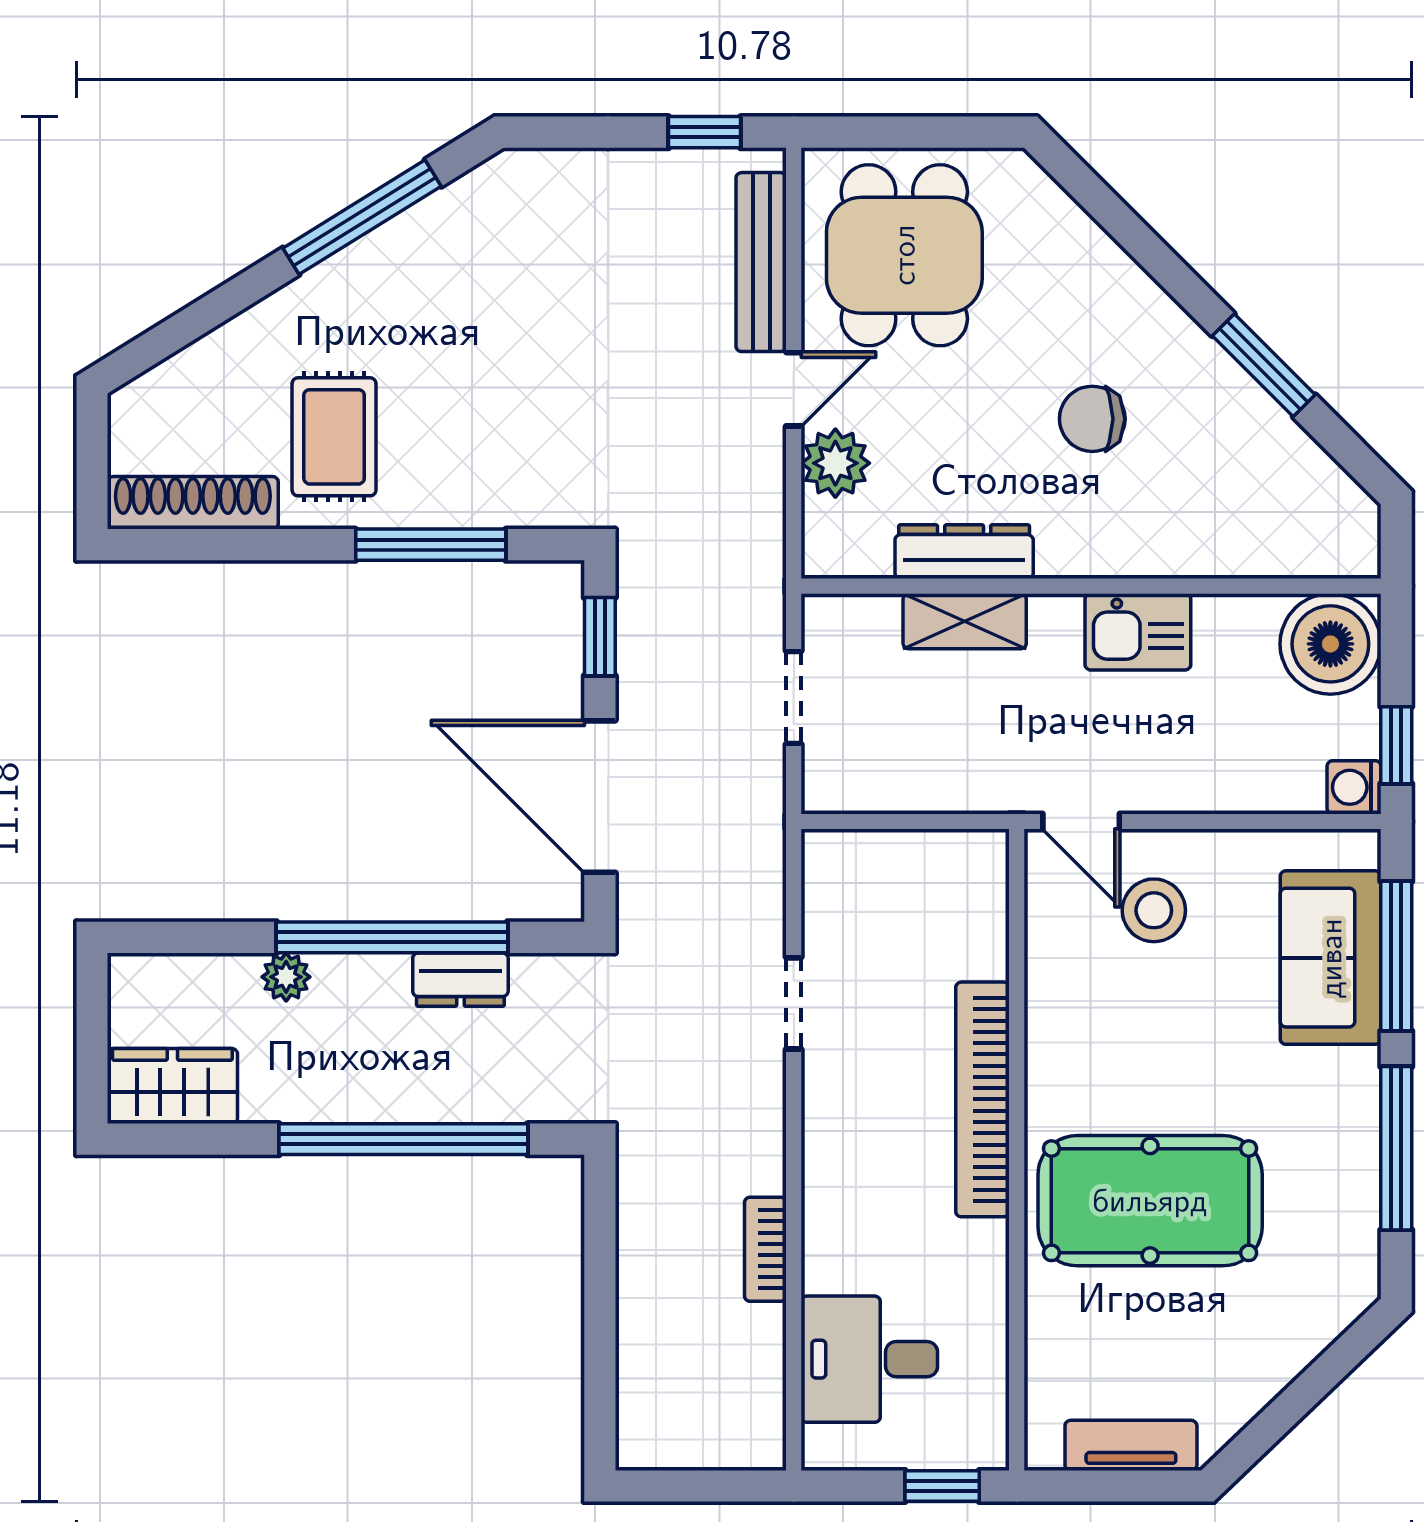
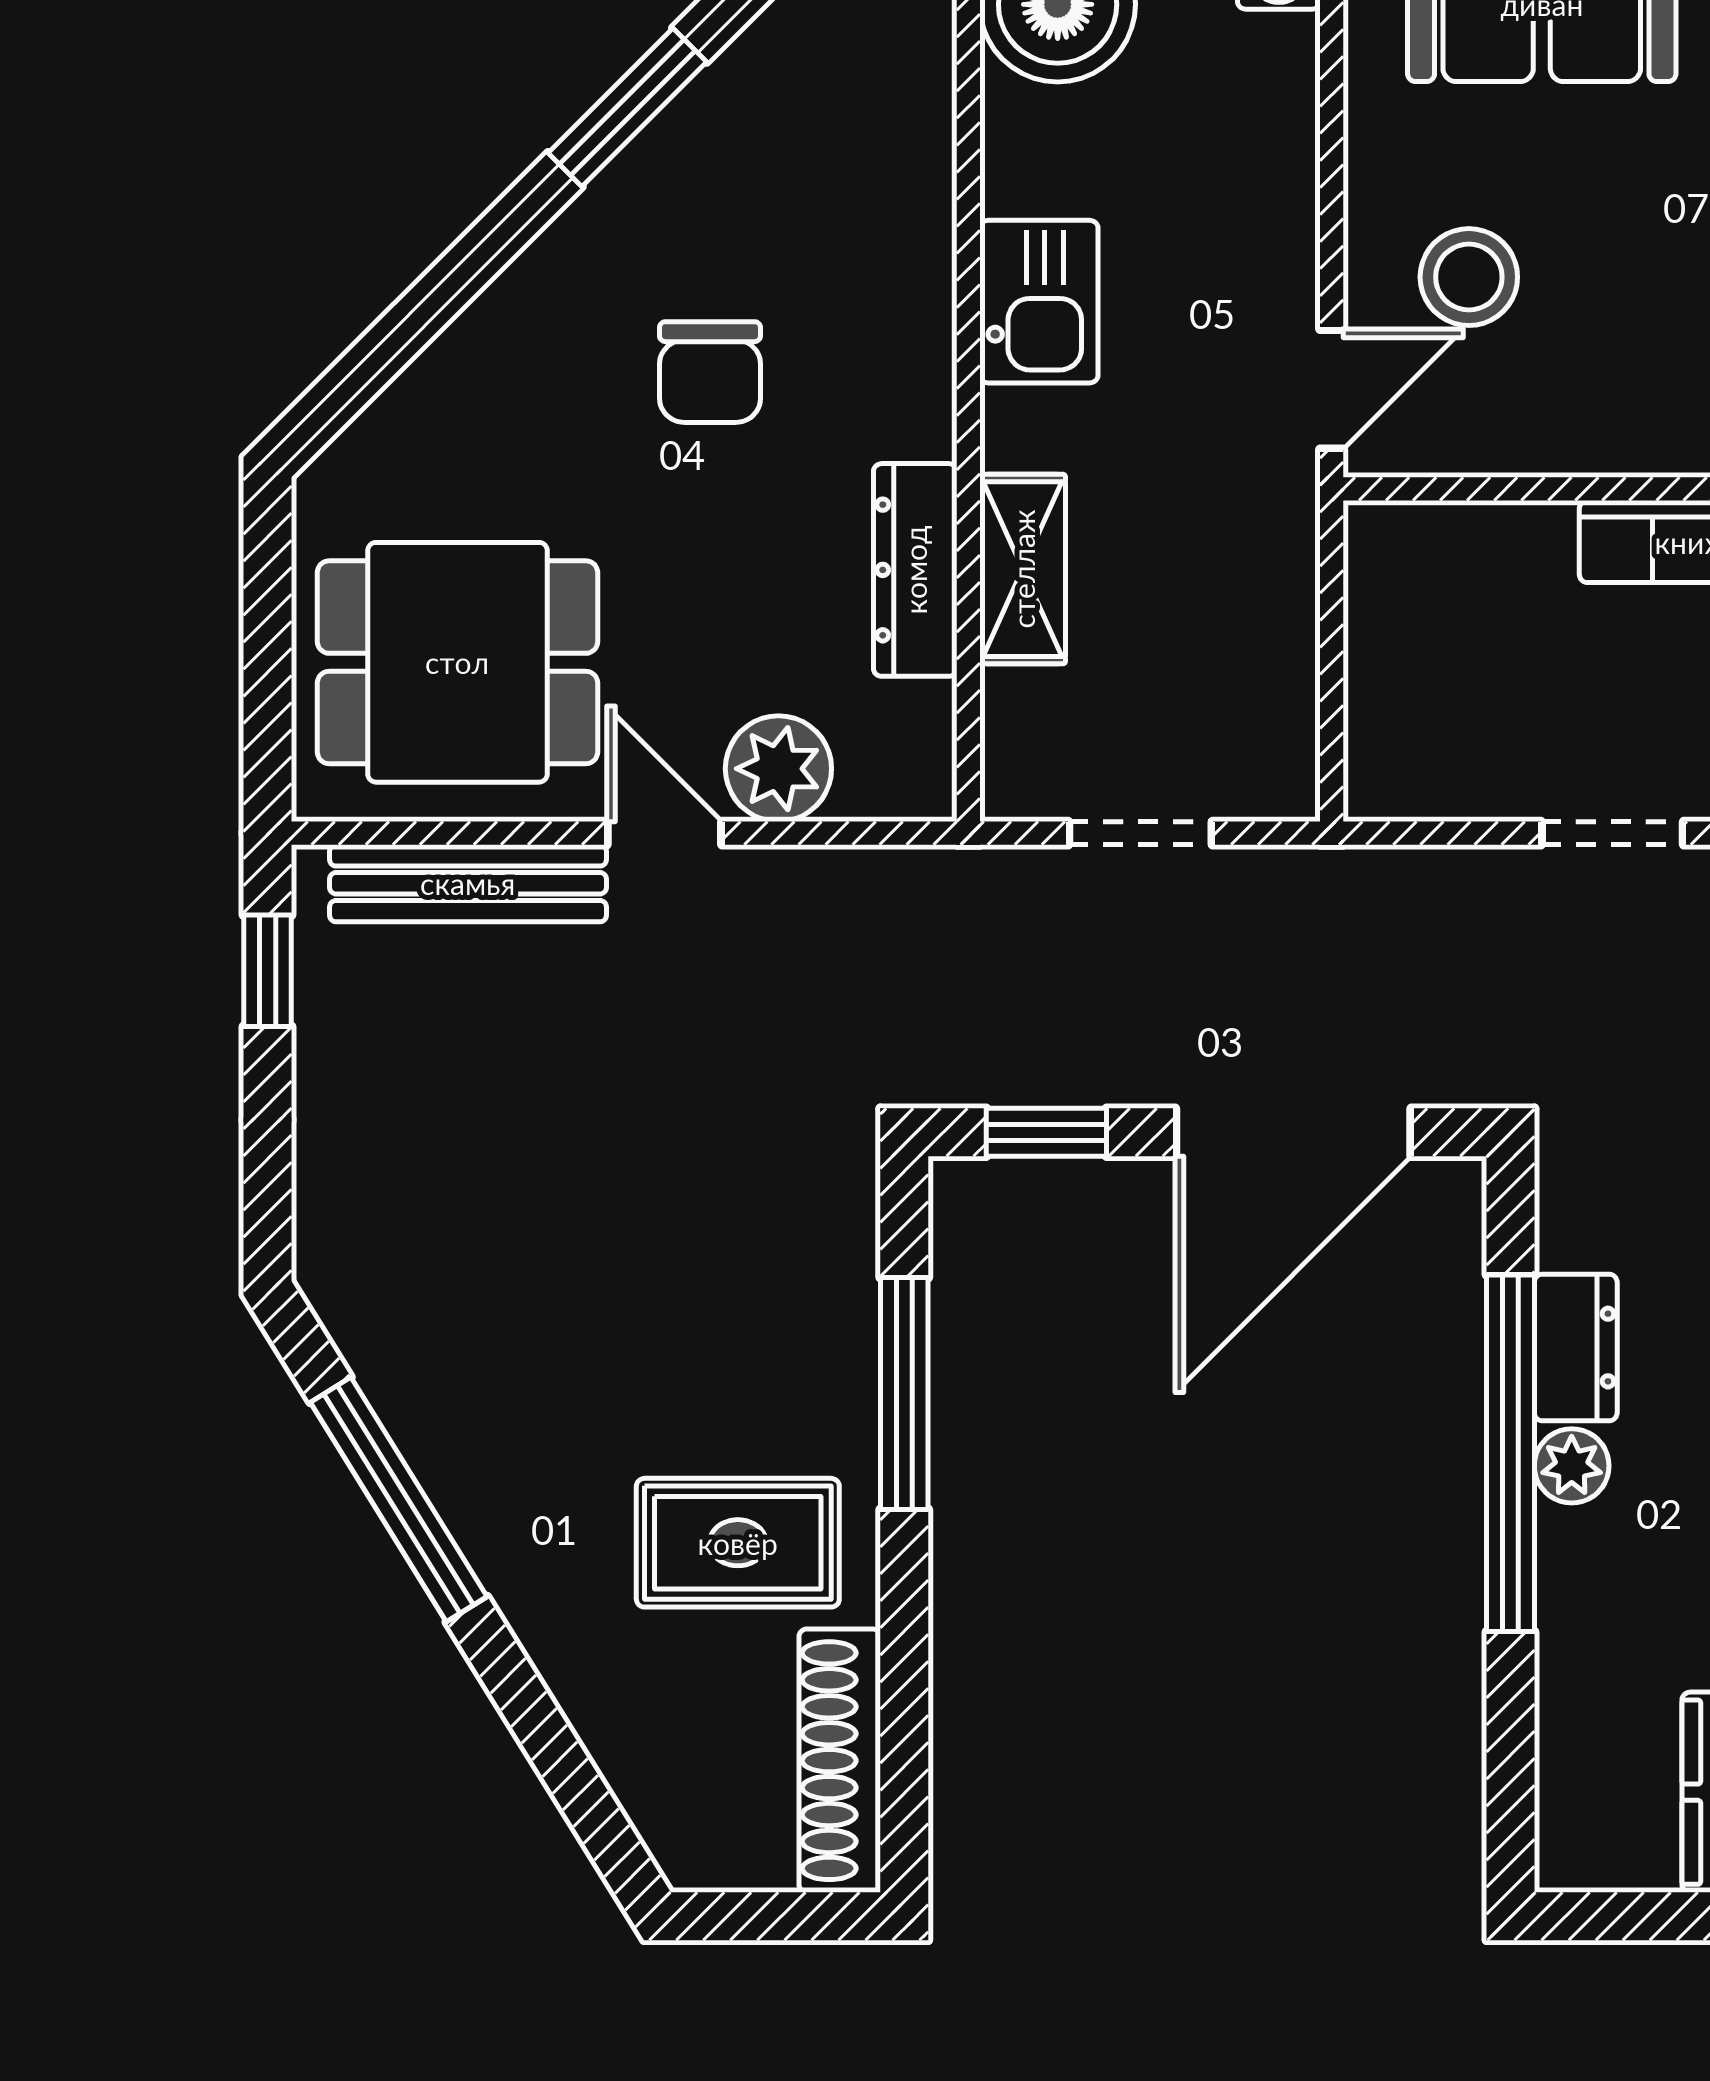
plant: (286, 977) -> (1572, 1466), moved

